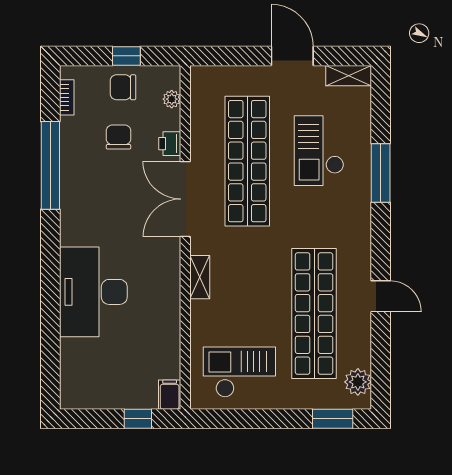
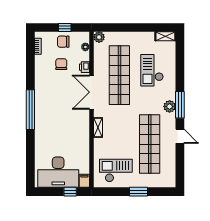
door: (292, 56) -> (140, 27), removed
plant: (202, 77) -> (99, 37), added
window: (50, 165) -> (30, 110), moved
window: (381, 173) -> (180, 105), moved
desk: (93, 292) -> (58, 172), moved, turned -90
plant: (358, 382) -> (170, 106), moved
window: (333, 419) -> (139, 192), moved

